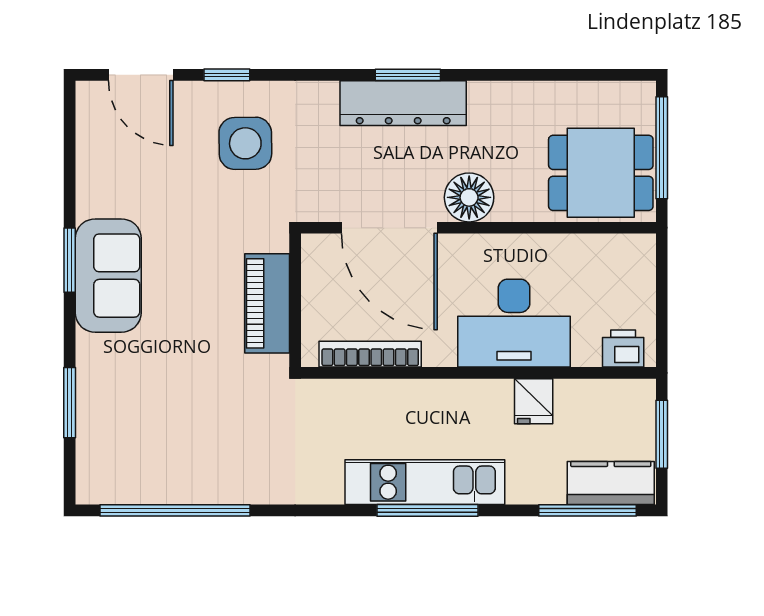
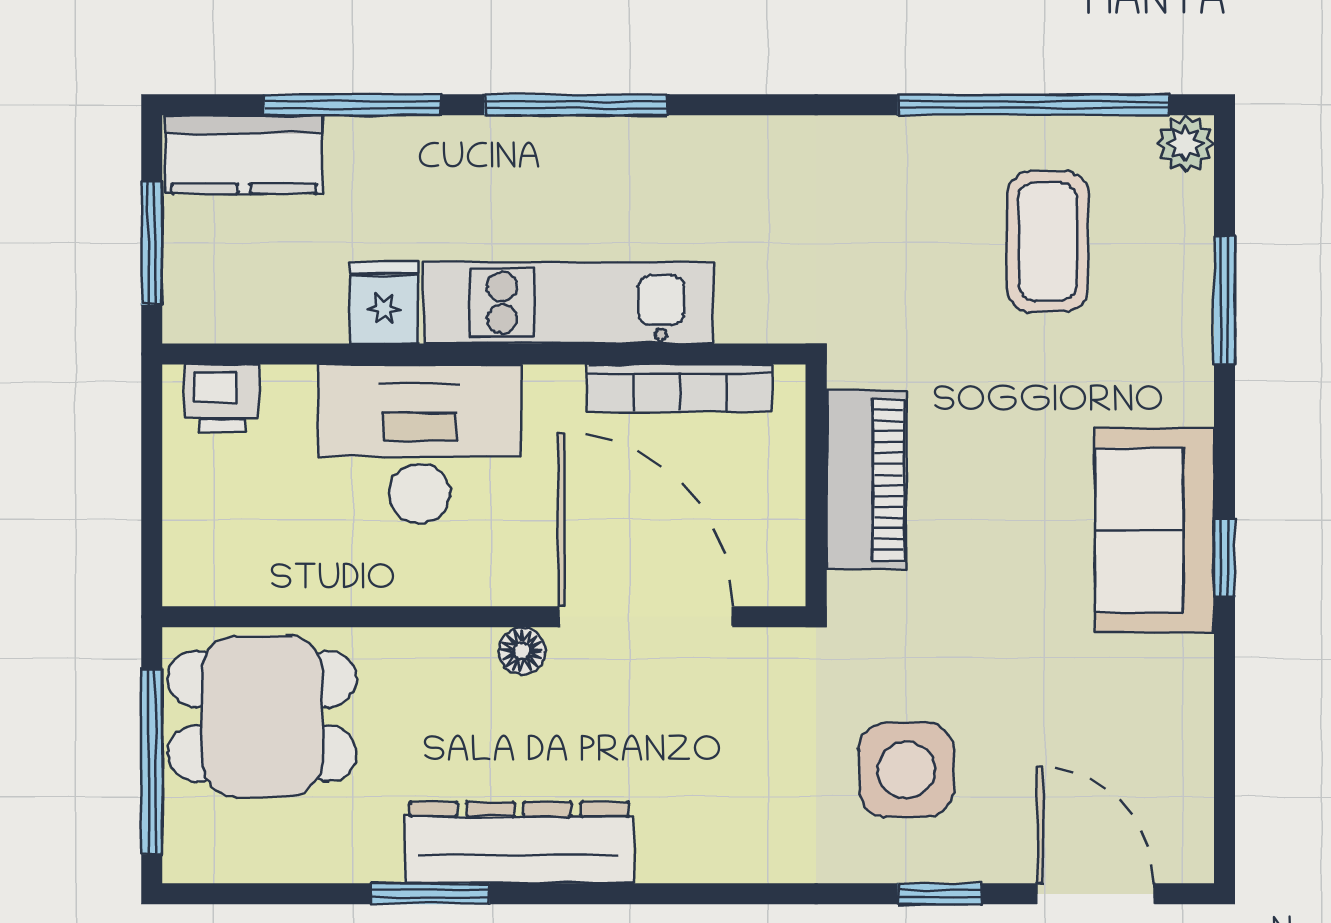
window: (408, 75) -> (430, 894), moved
dresser: (403, 103) -> (519, 843), moved
floor lamp: (469, 197) -> (522, 651), width x0.53, depth x0.53
window: (70, 260) -> (1224, 558), width x0.67
coffee table: (167, 435) -> (1048, 241), added
kitchen unit: (425, 482) -> (568, 303), moved, turned 180
plant: (91, 489) -> (1186, 144), added
window: (588, 510) -> (352, 105), moved

